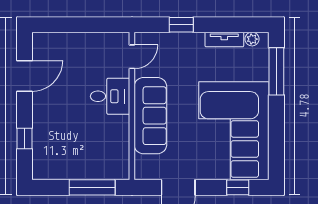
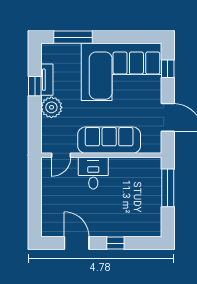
window: (181, 25) -> (35, 86), moved
plant: (252, 39) -> (51, 107), moved, width x1.87, depth x1.87
door: (132, 57) -> (61, 155), swing flipped
window: (25, 139) -> (115, 243), moved

